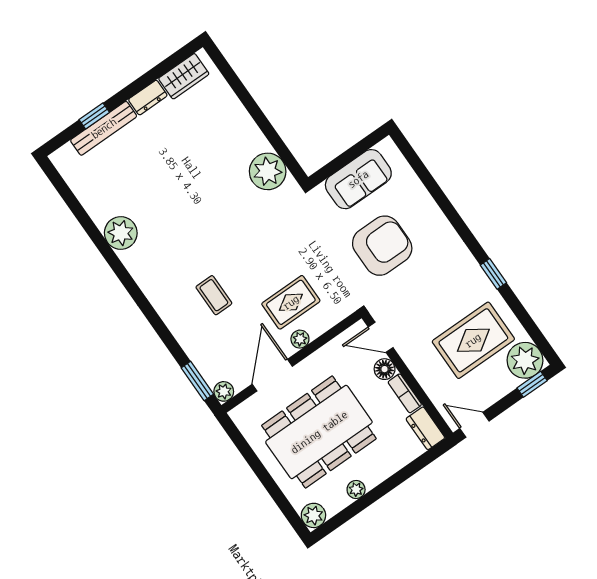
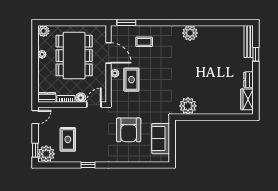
bench: (104, 128) -> (249, 41), moved
plant: (121, 233) -> (190, 33), moved
coffee table: (214, 295) -> (144, 42), moved
rug: (473, 340) -> (68, 139), width x0.73, depth x0.70
plant: (224, 391) -> (115, 30), removed

